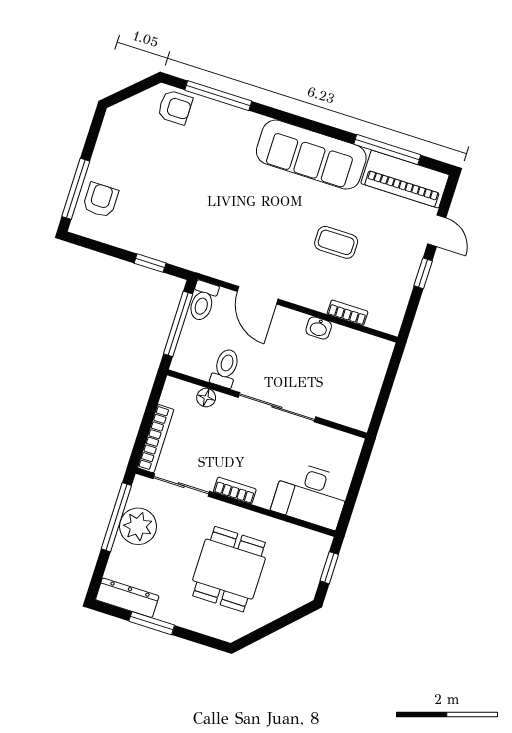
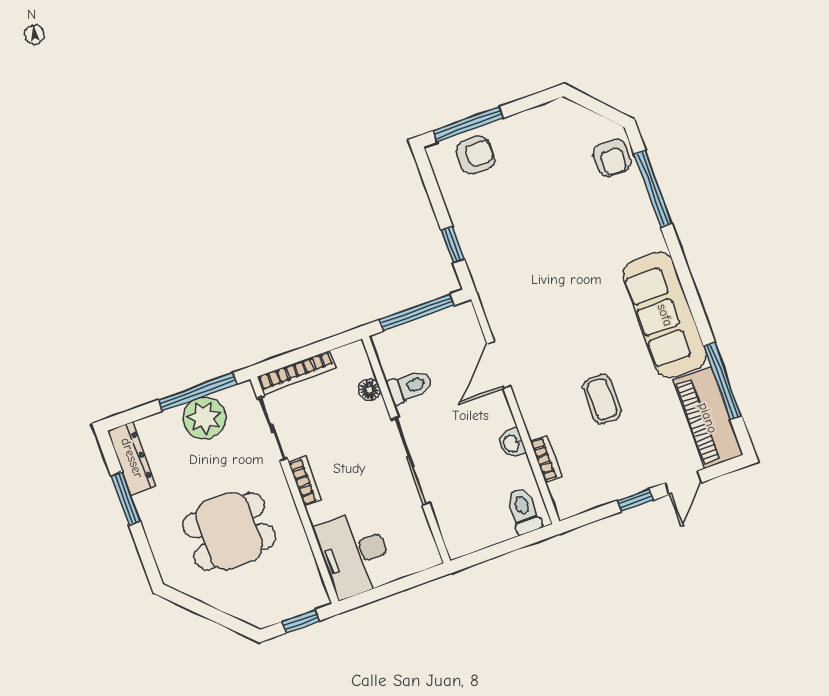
toilet: (203, 301) -> (524, 511), moved, turned 90

